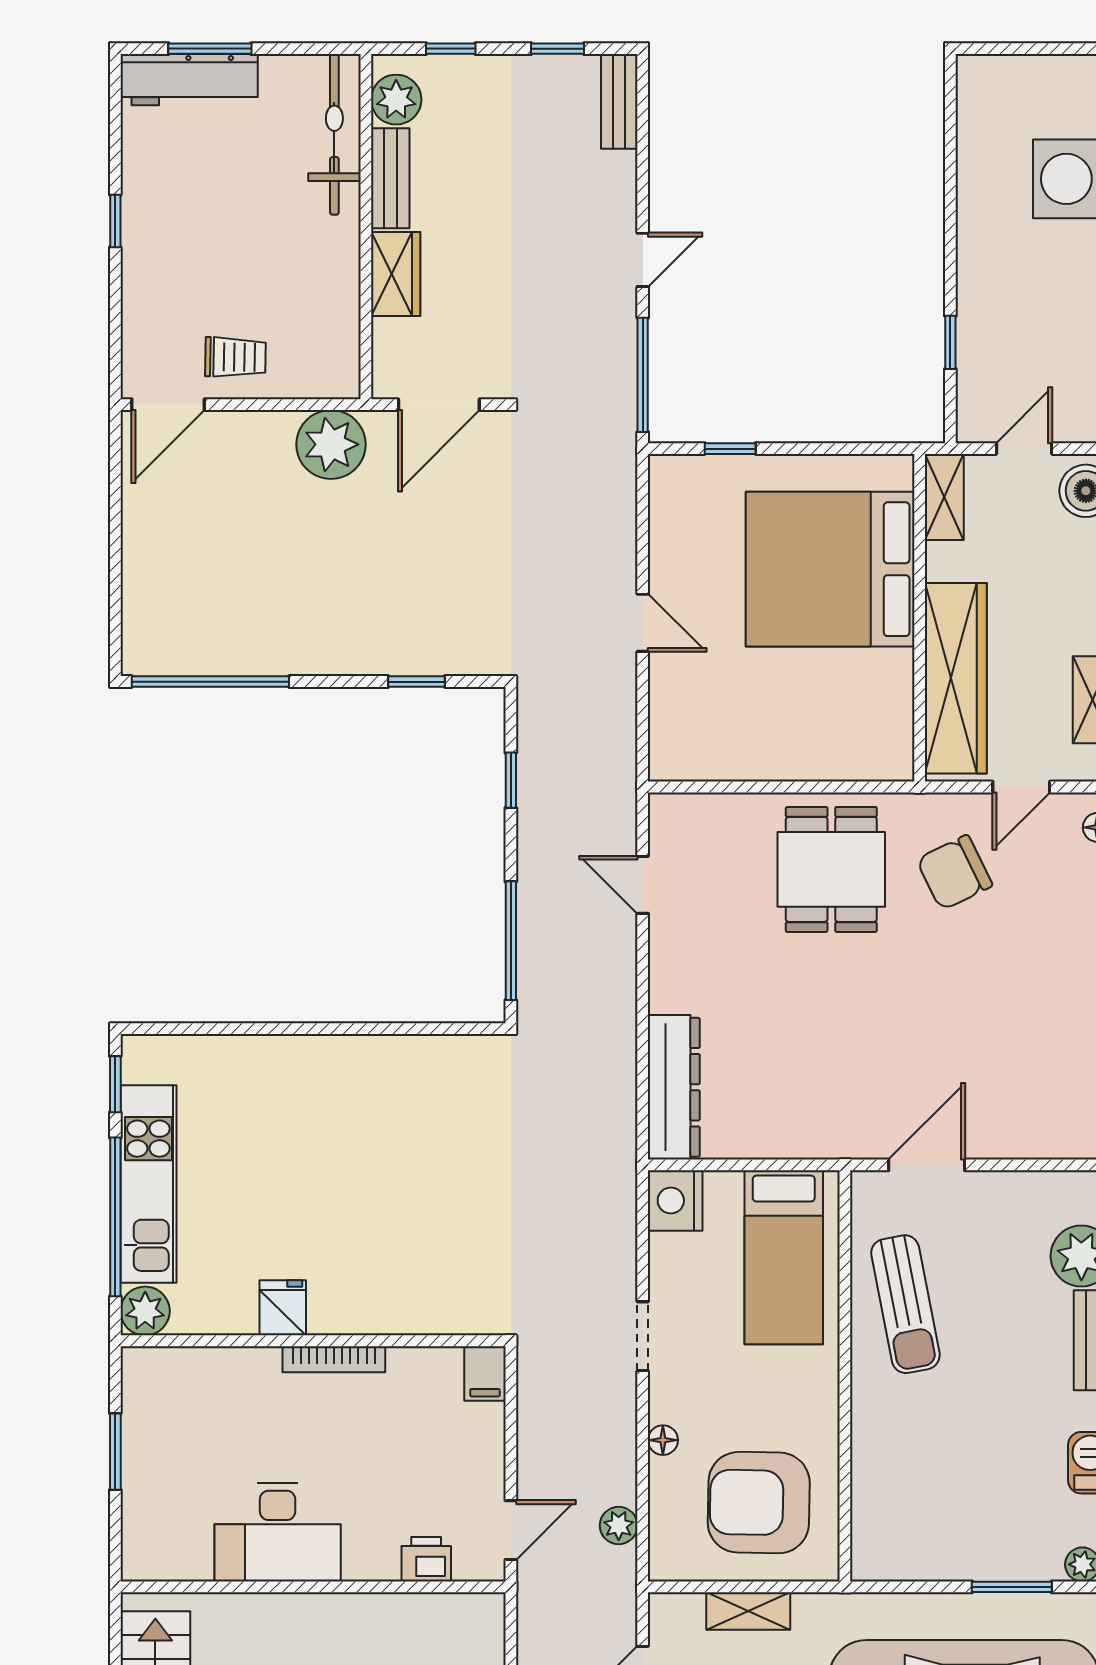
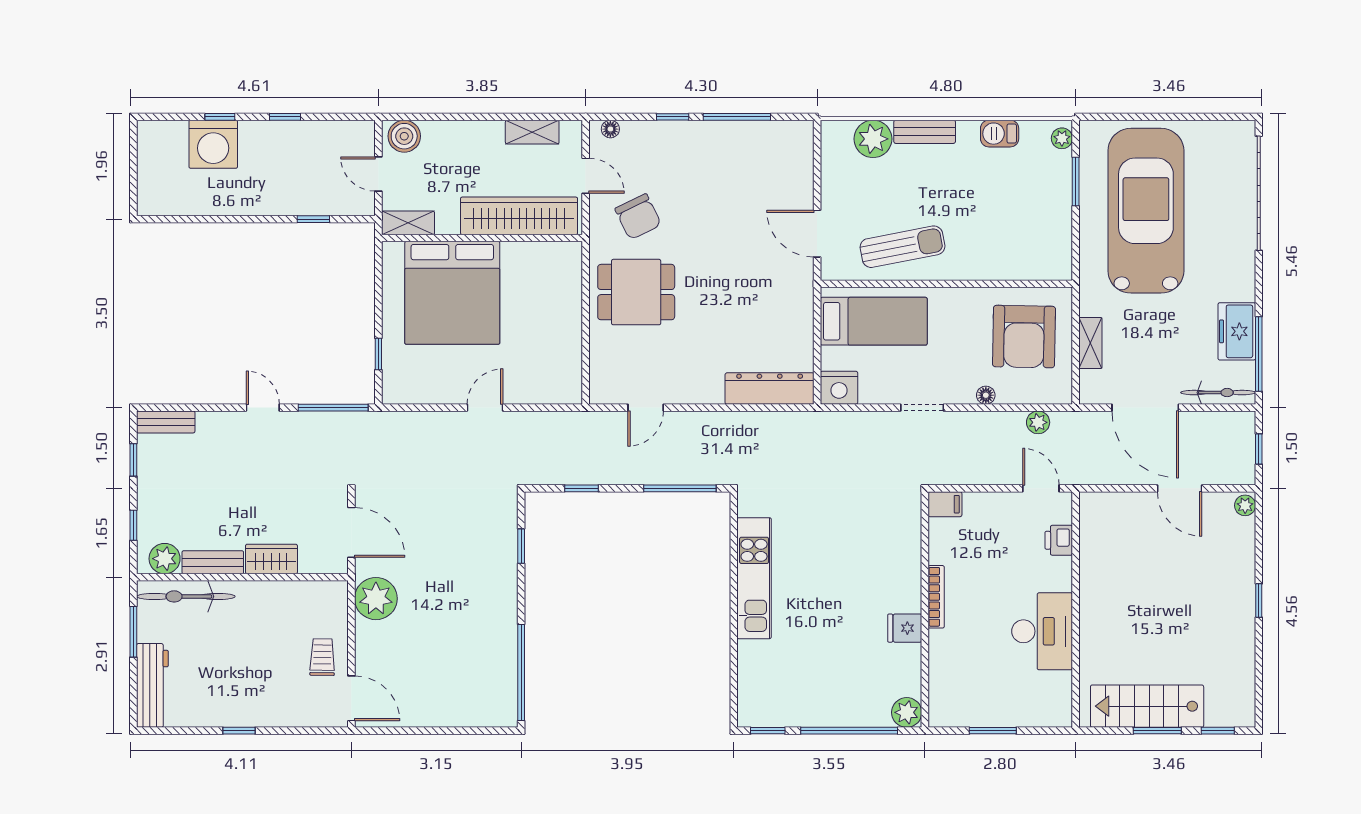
window: (210, 49) -> (133, 632), moved
kitchen unit: (148, 1184) -> (754, 578), moved, turned 90

